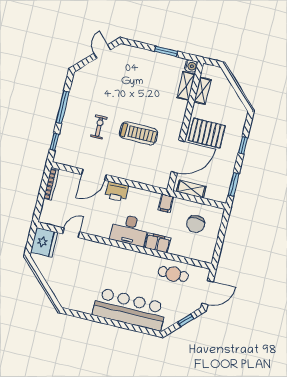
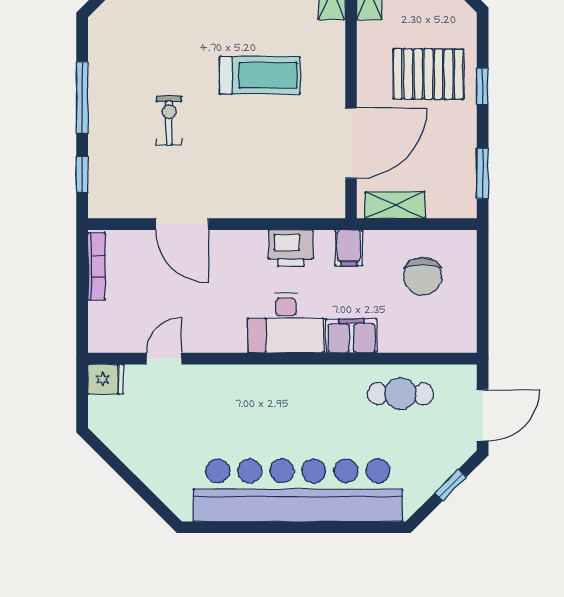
treadmill: (138, 133) -> (260, 75), moved
pallet: (207, 133) -> (428, 74), moved
door: (94, 175) -> (182, 224), hinge flipped
printer: (117, 192) -> (291, 248), moved
fridge: (44, 242) -> (106, 379), width x0.53, depth x0.75
bar counter: (129, 309) -> (298, 490), width x1.36

